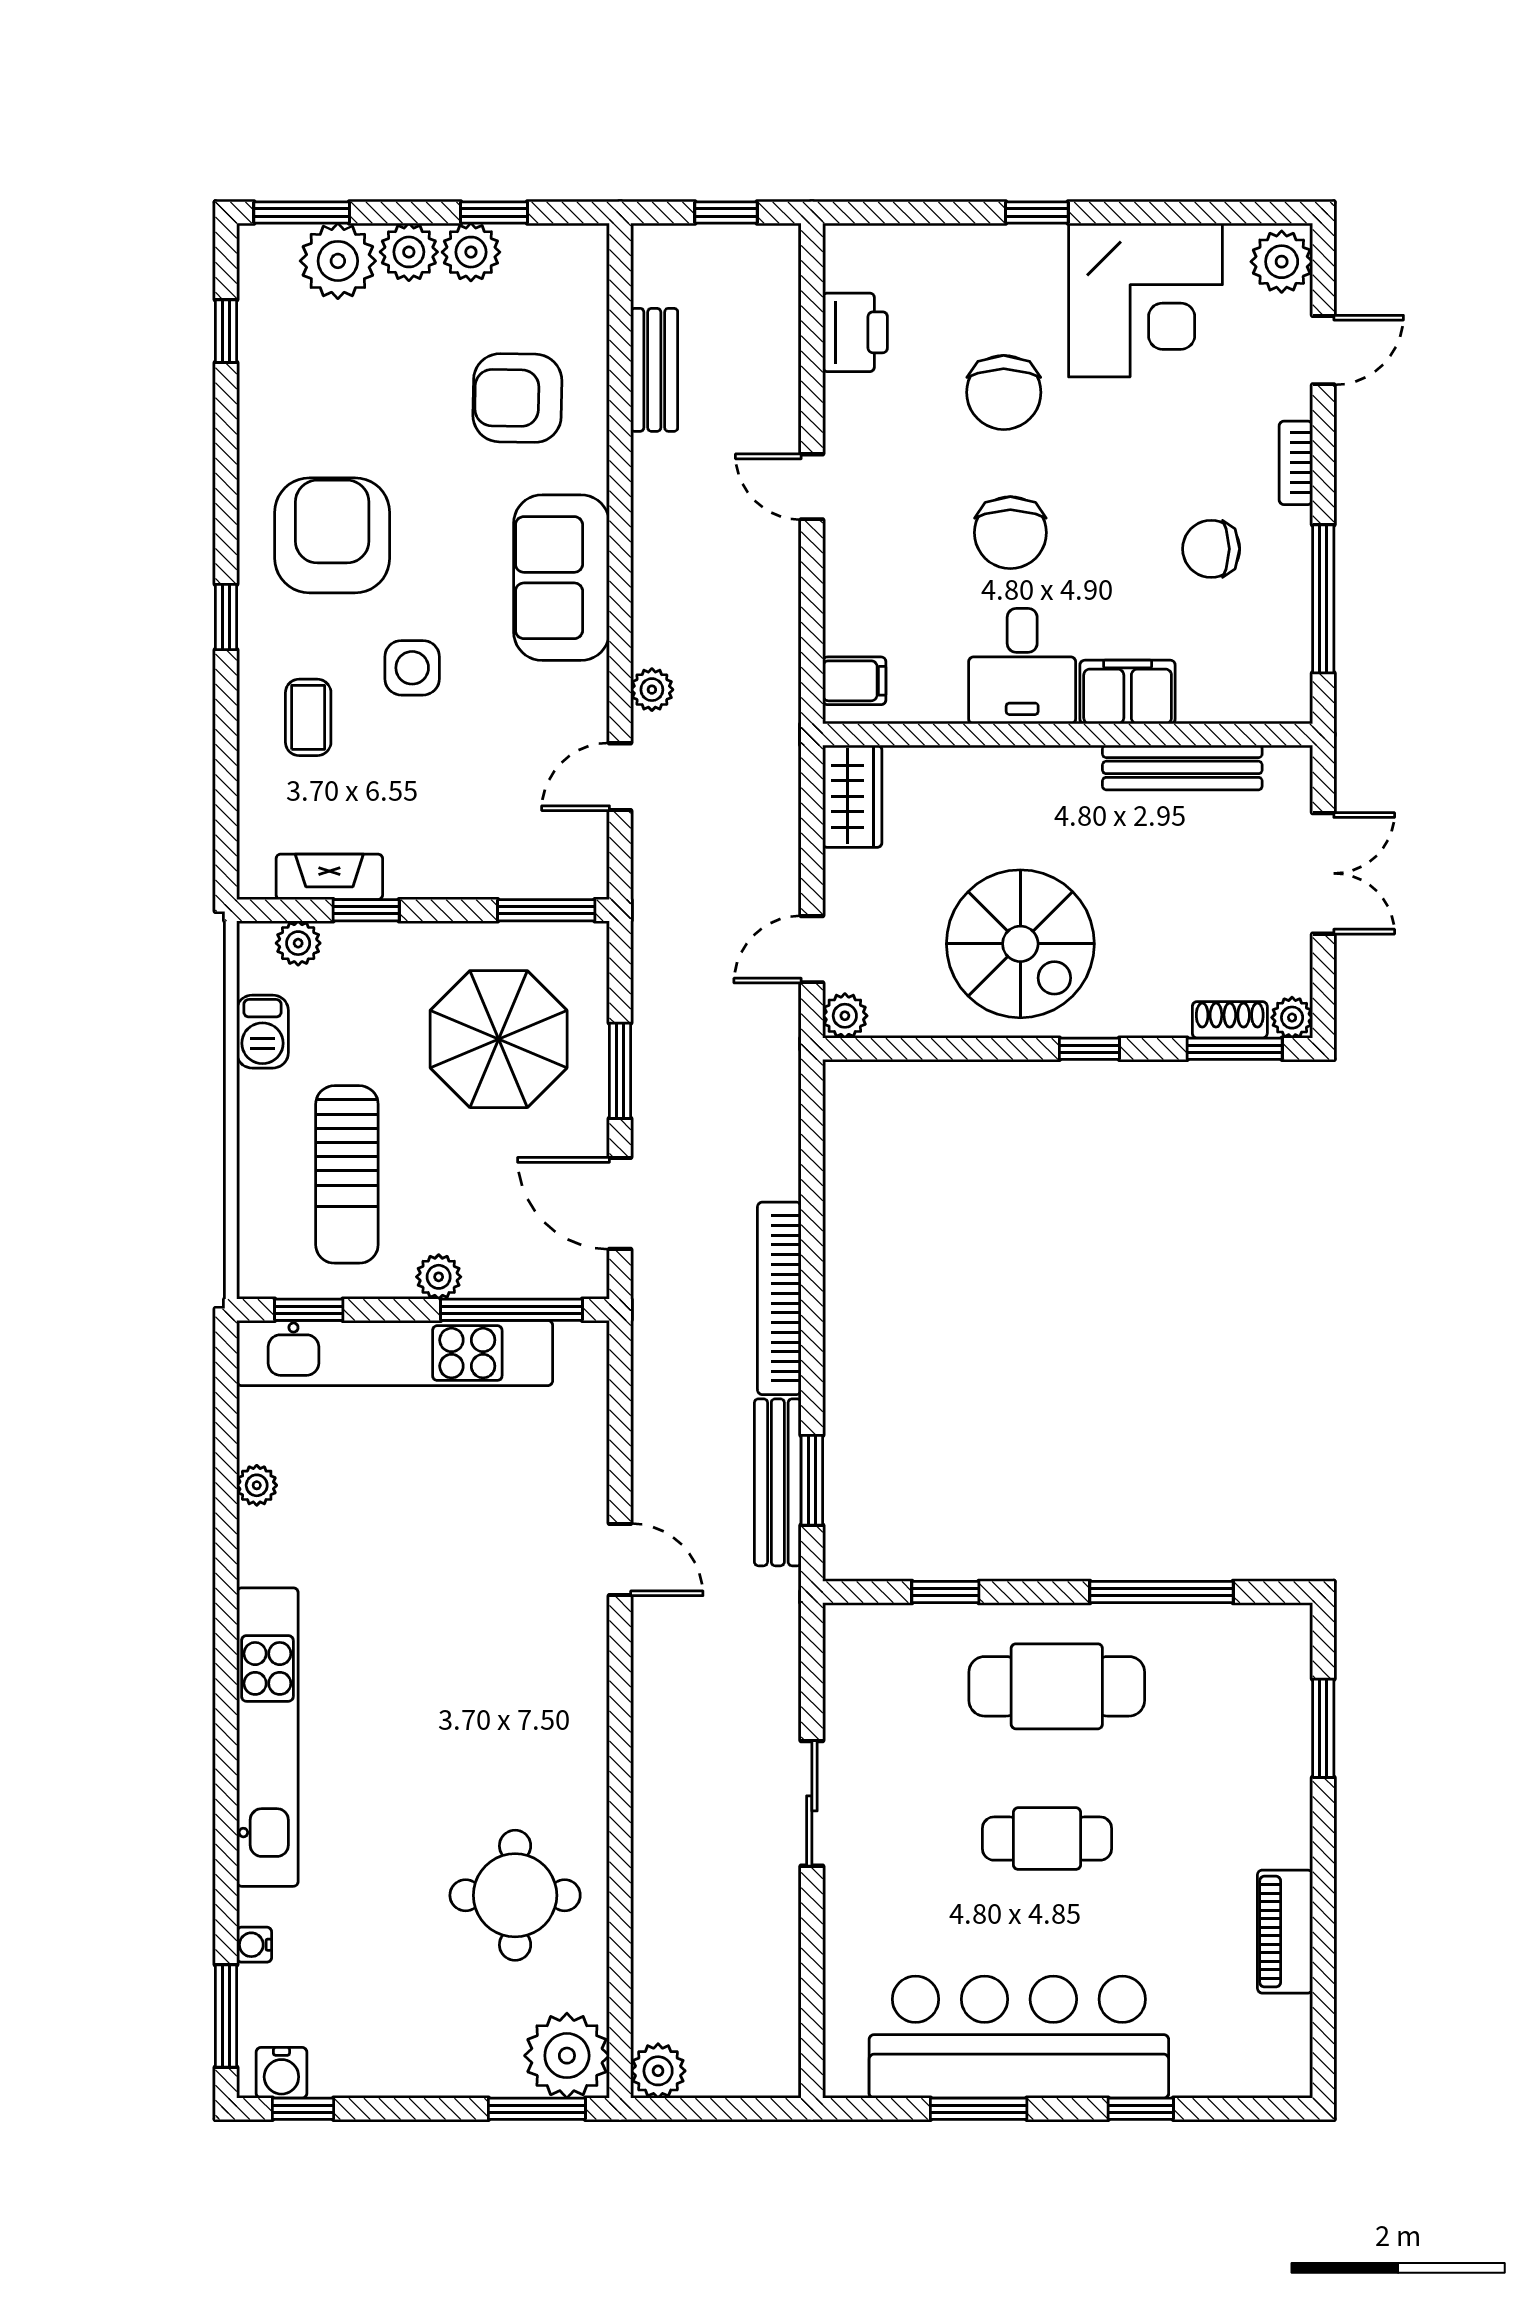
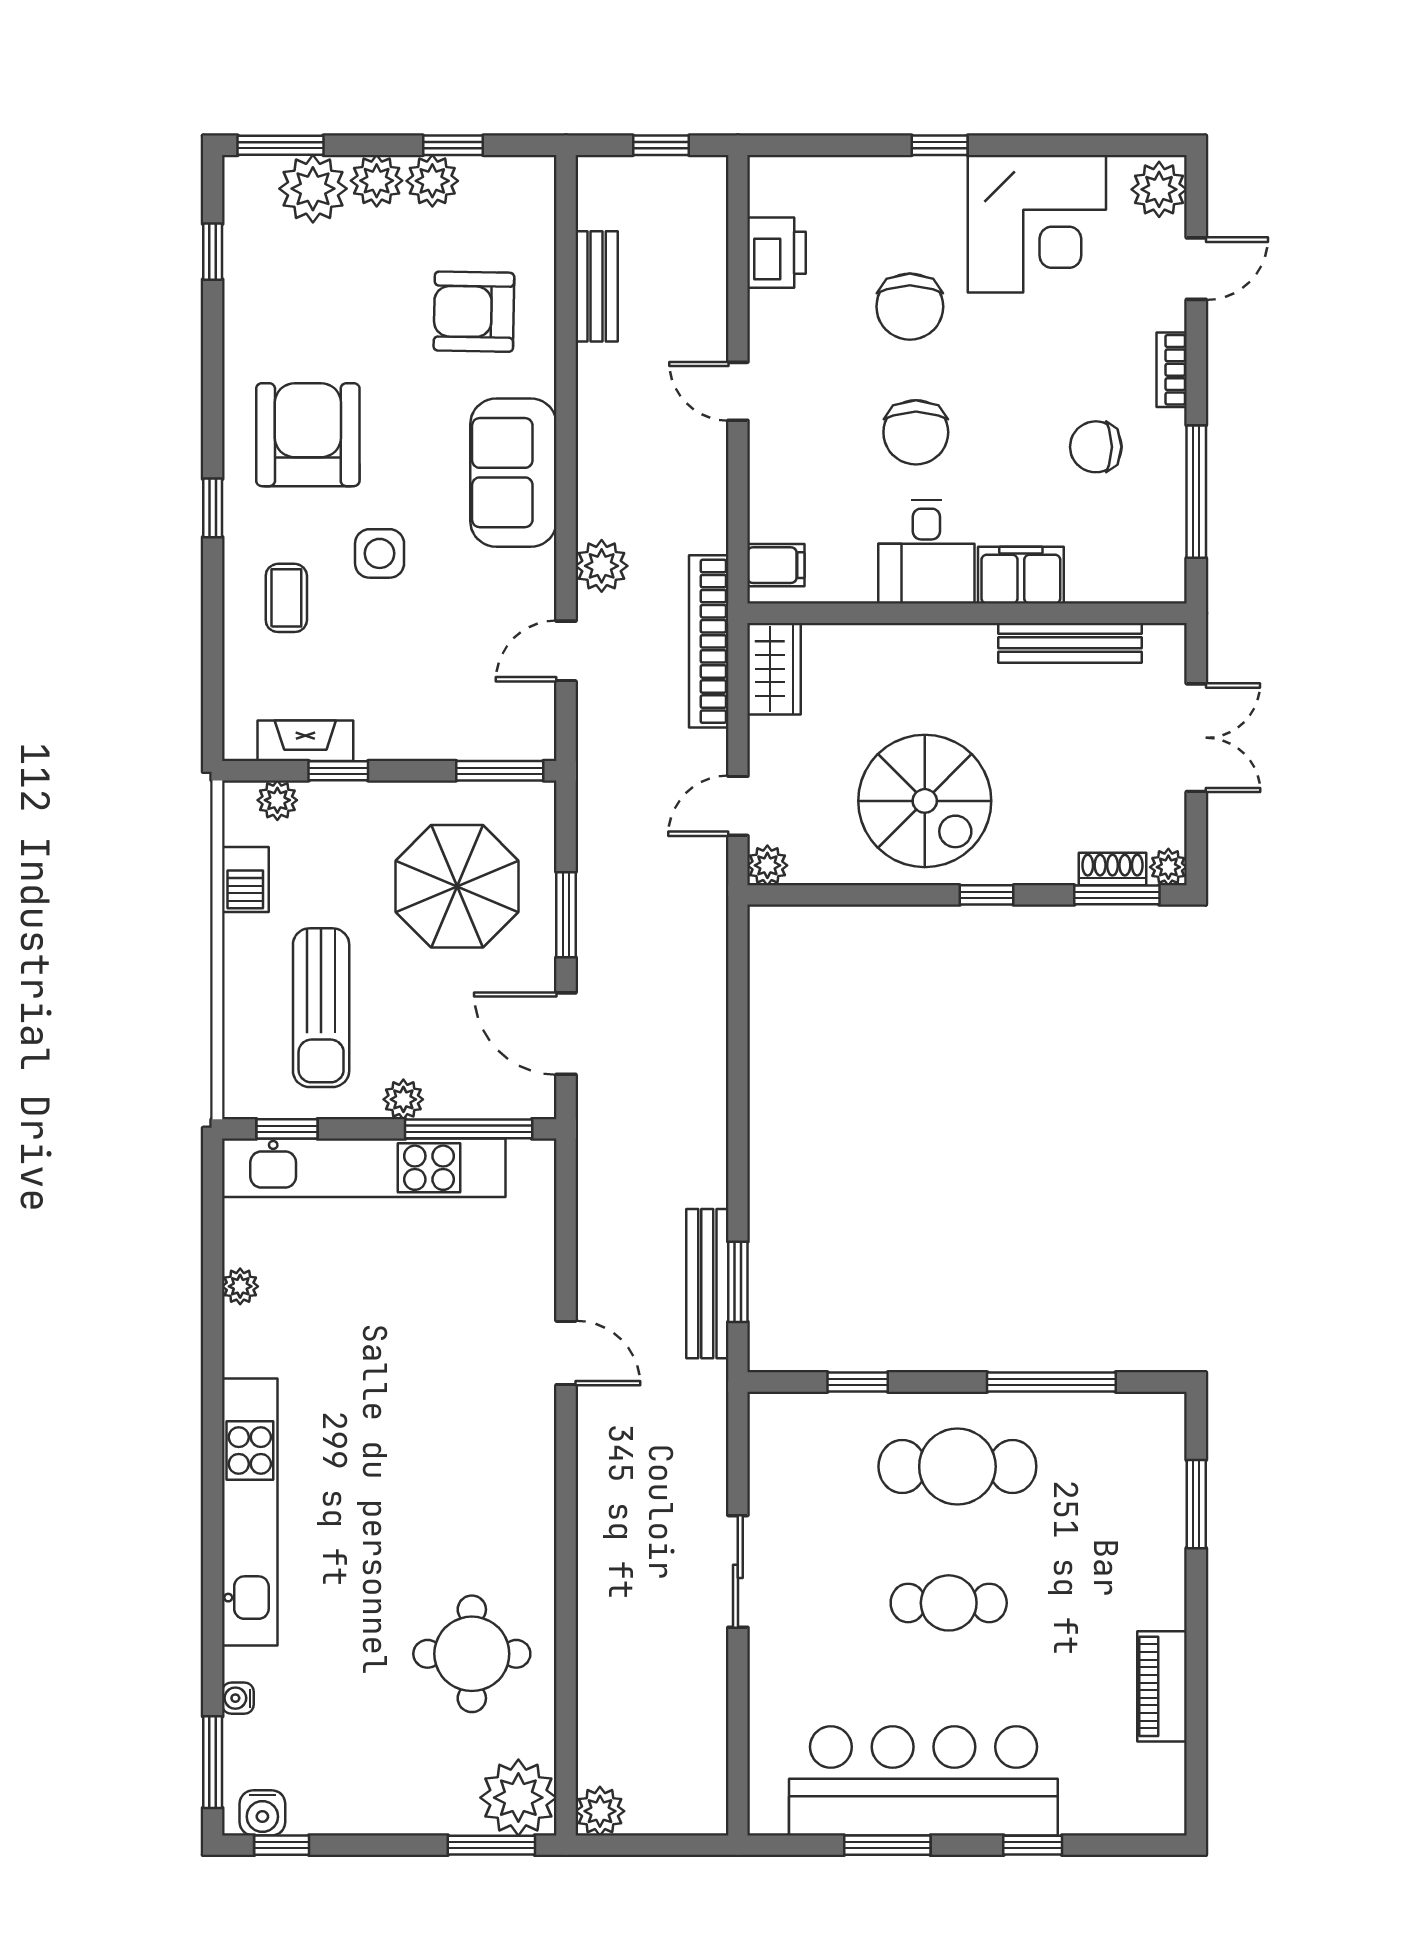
plant: (652, 690) -> (602, 566), width x1.38, depth x1.38
bookcase: (779, 1298) -> (709, 641), moved

